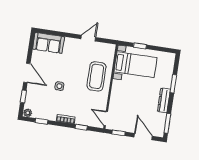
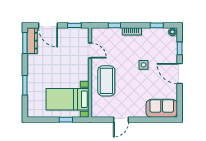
dresser: (164, 100) -> (32, 41), moved
door: (106, 118) -> (90, 51), moved

